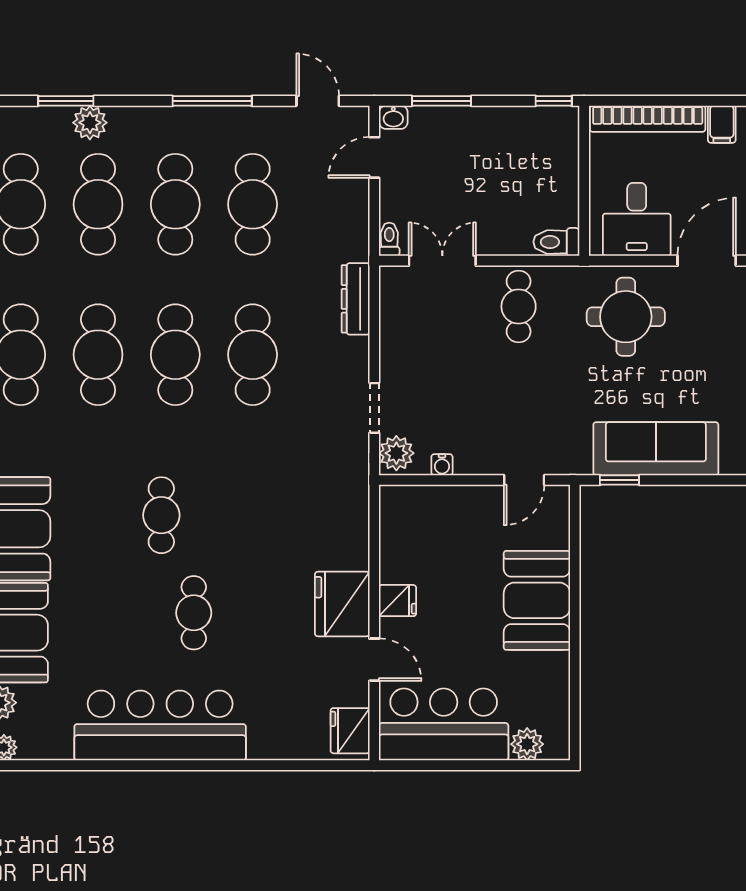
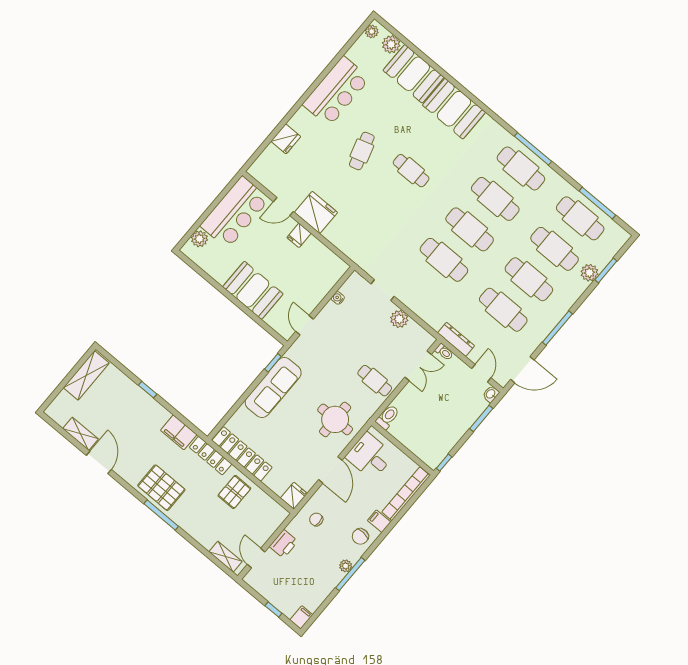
door: (318, 101) -> (522, 370), width x1.38
dresser: (356, 299) -> (456, 339), moved
plant: (396, 453) -> (399, 319), moved
cafe table: (194, 613) -> (362, 151), turned 73
bar counter: (160, 725) -> (336, 91), width x0.73
fridge: (350, 731) -> (286, 139), moved, turned 90

